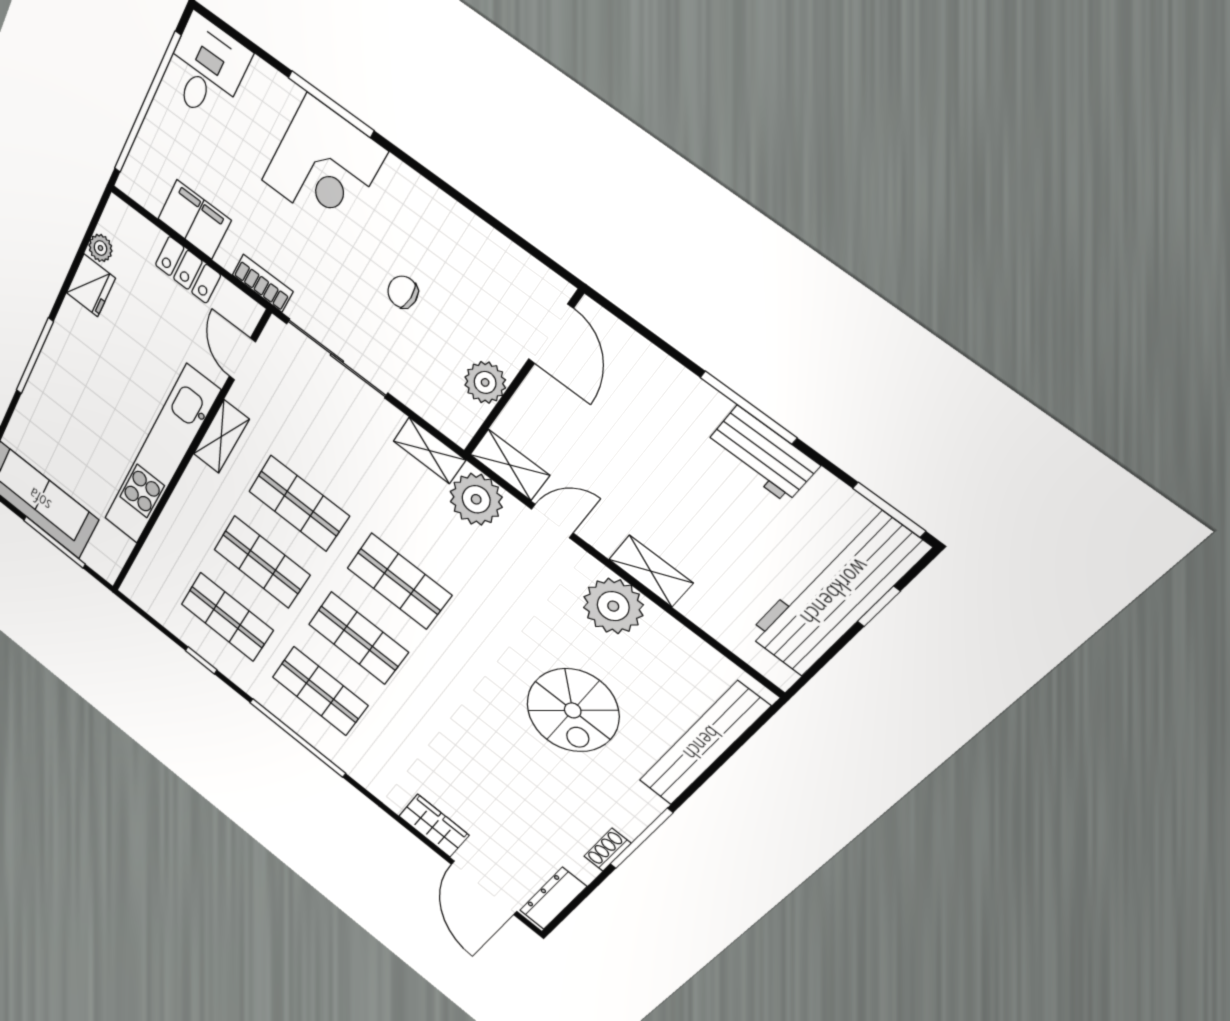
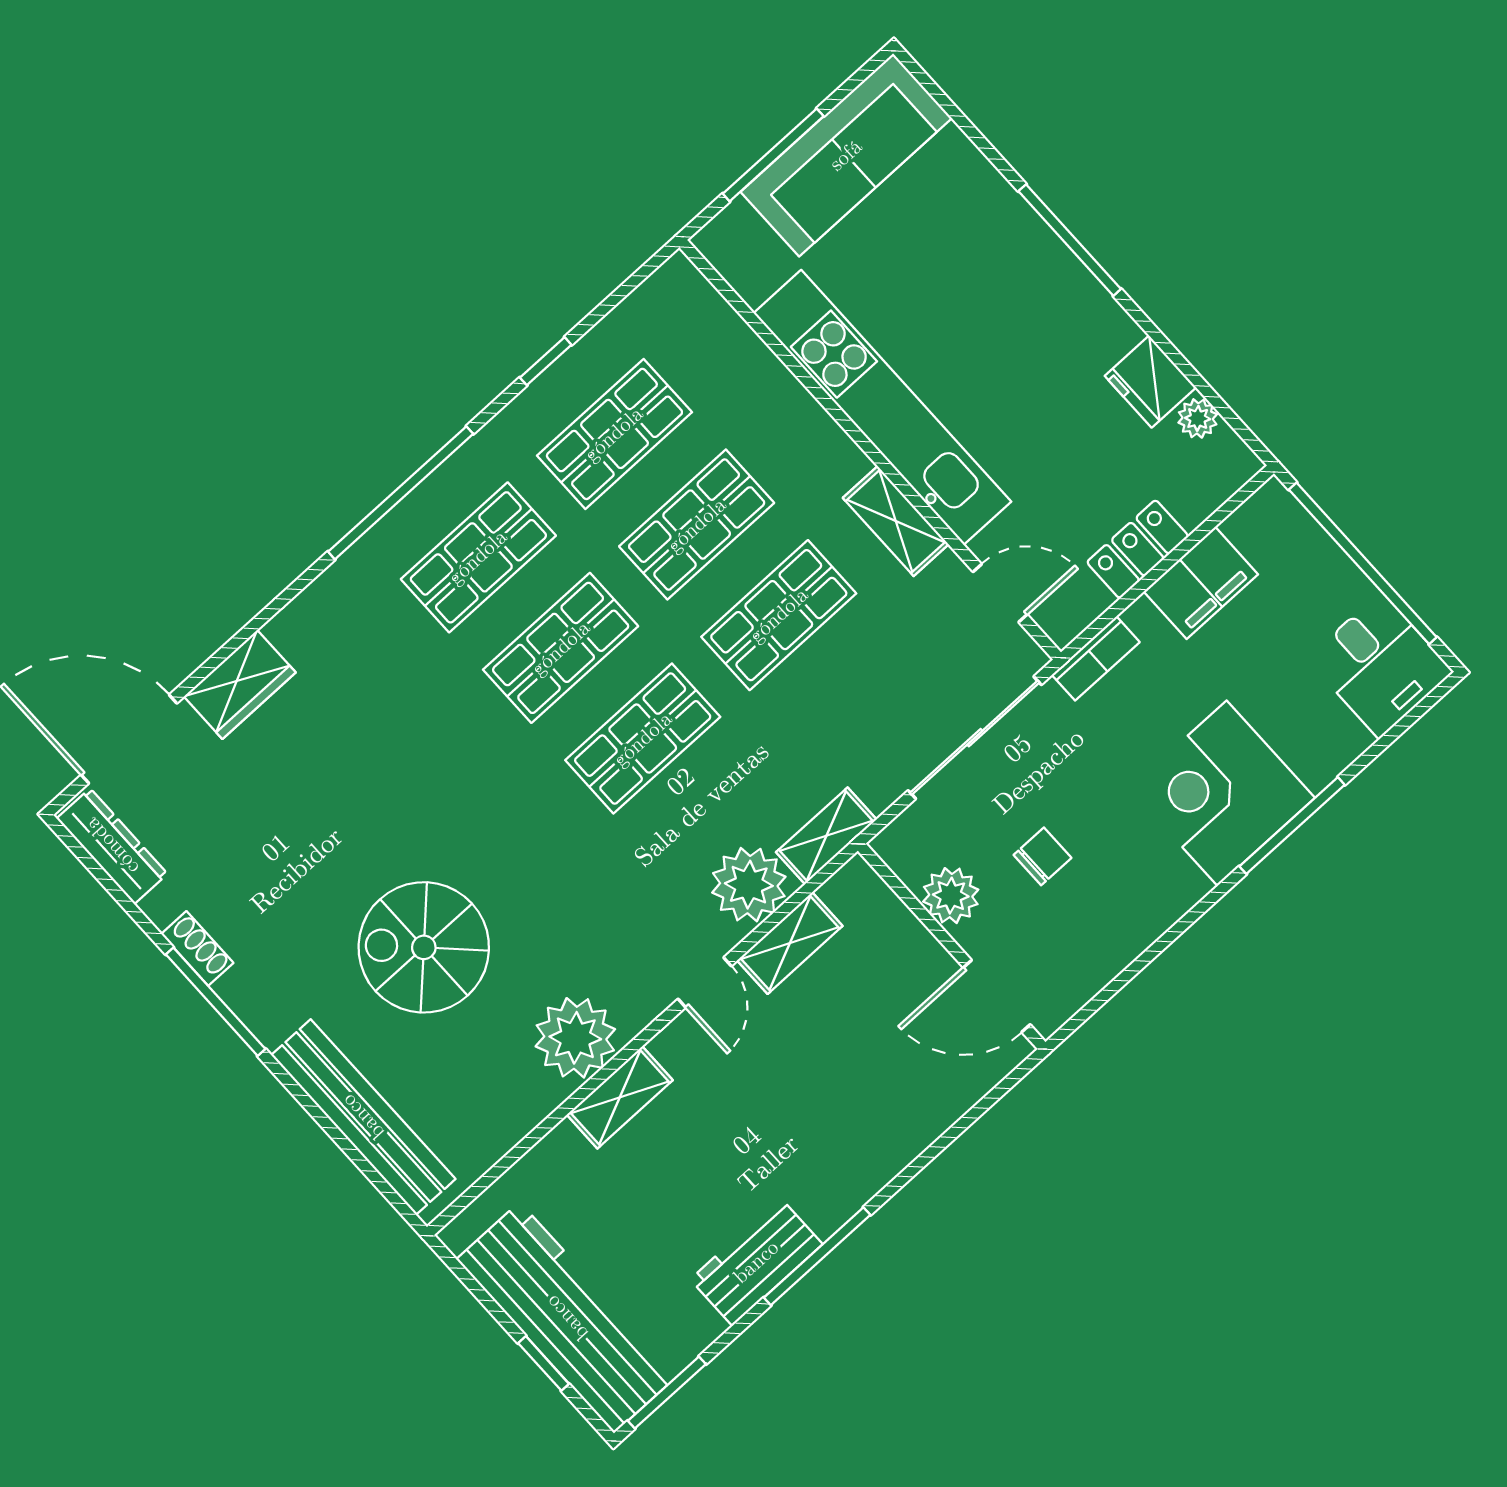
door: (551, 334) -> (997, 996), moved
wall: (522, 375) -> (952, 946), moved
plant: (485, 382) -> (951, 896), moved

